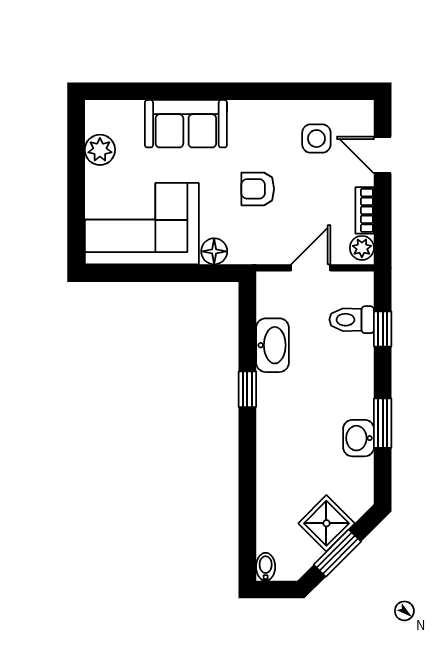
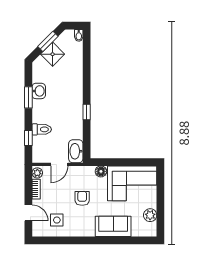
armchair: (258, 189) -> (82, 198), turned -90
toilet: (352, 320) -> (42, 129), moved
washbasin: (272, 345) -> (76, 151), moved

